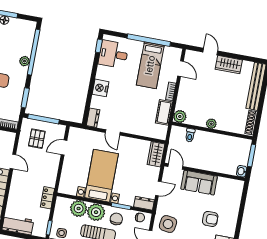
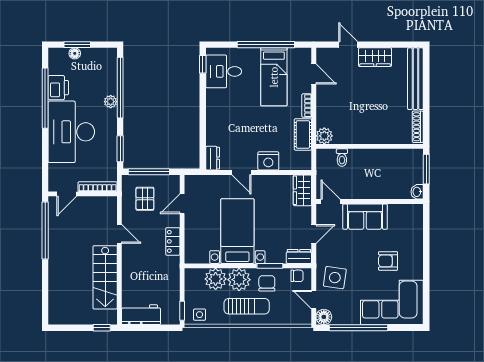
nightstand: (101, 88) -> (268, 161), moved, turned -90
plant: (211, 124) -> (367, 138), removed
locker: (47, 198) -> (173, 241), moved
armchair: (210, 219) -> (388, 261), turned 180

